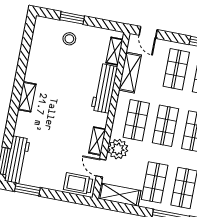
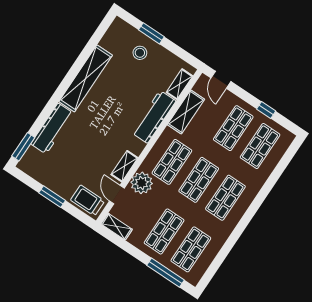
shelving: (27, 97) -> (86, 78), width x2.20, depth x1.33
workbench: (17, 160) -> (52, 129), moved
window: (27, 190) -> (52, 197), moved
shelving: (119, 195) -> (117, 227), width x0.67, depth x0.75

